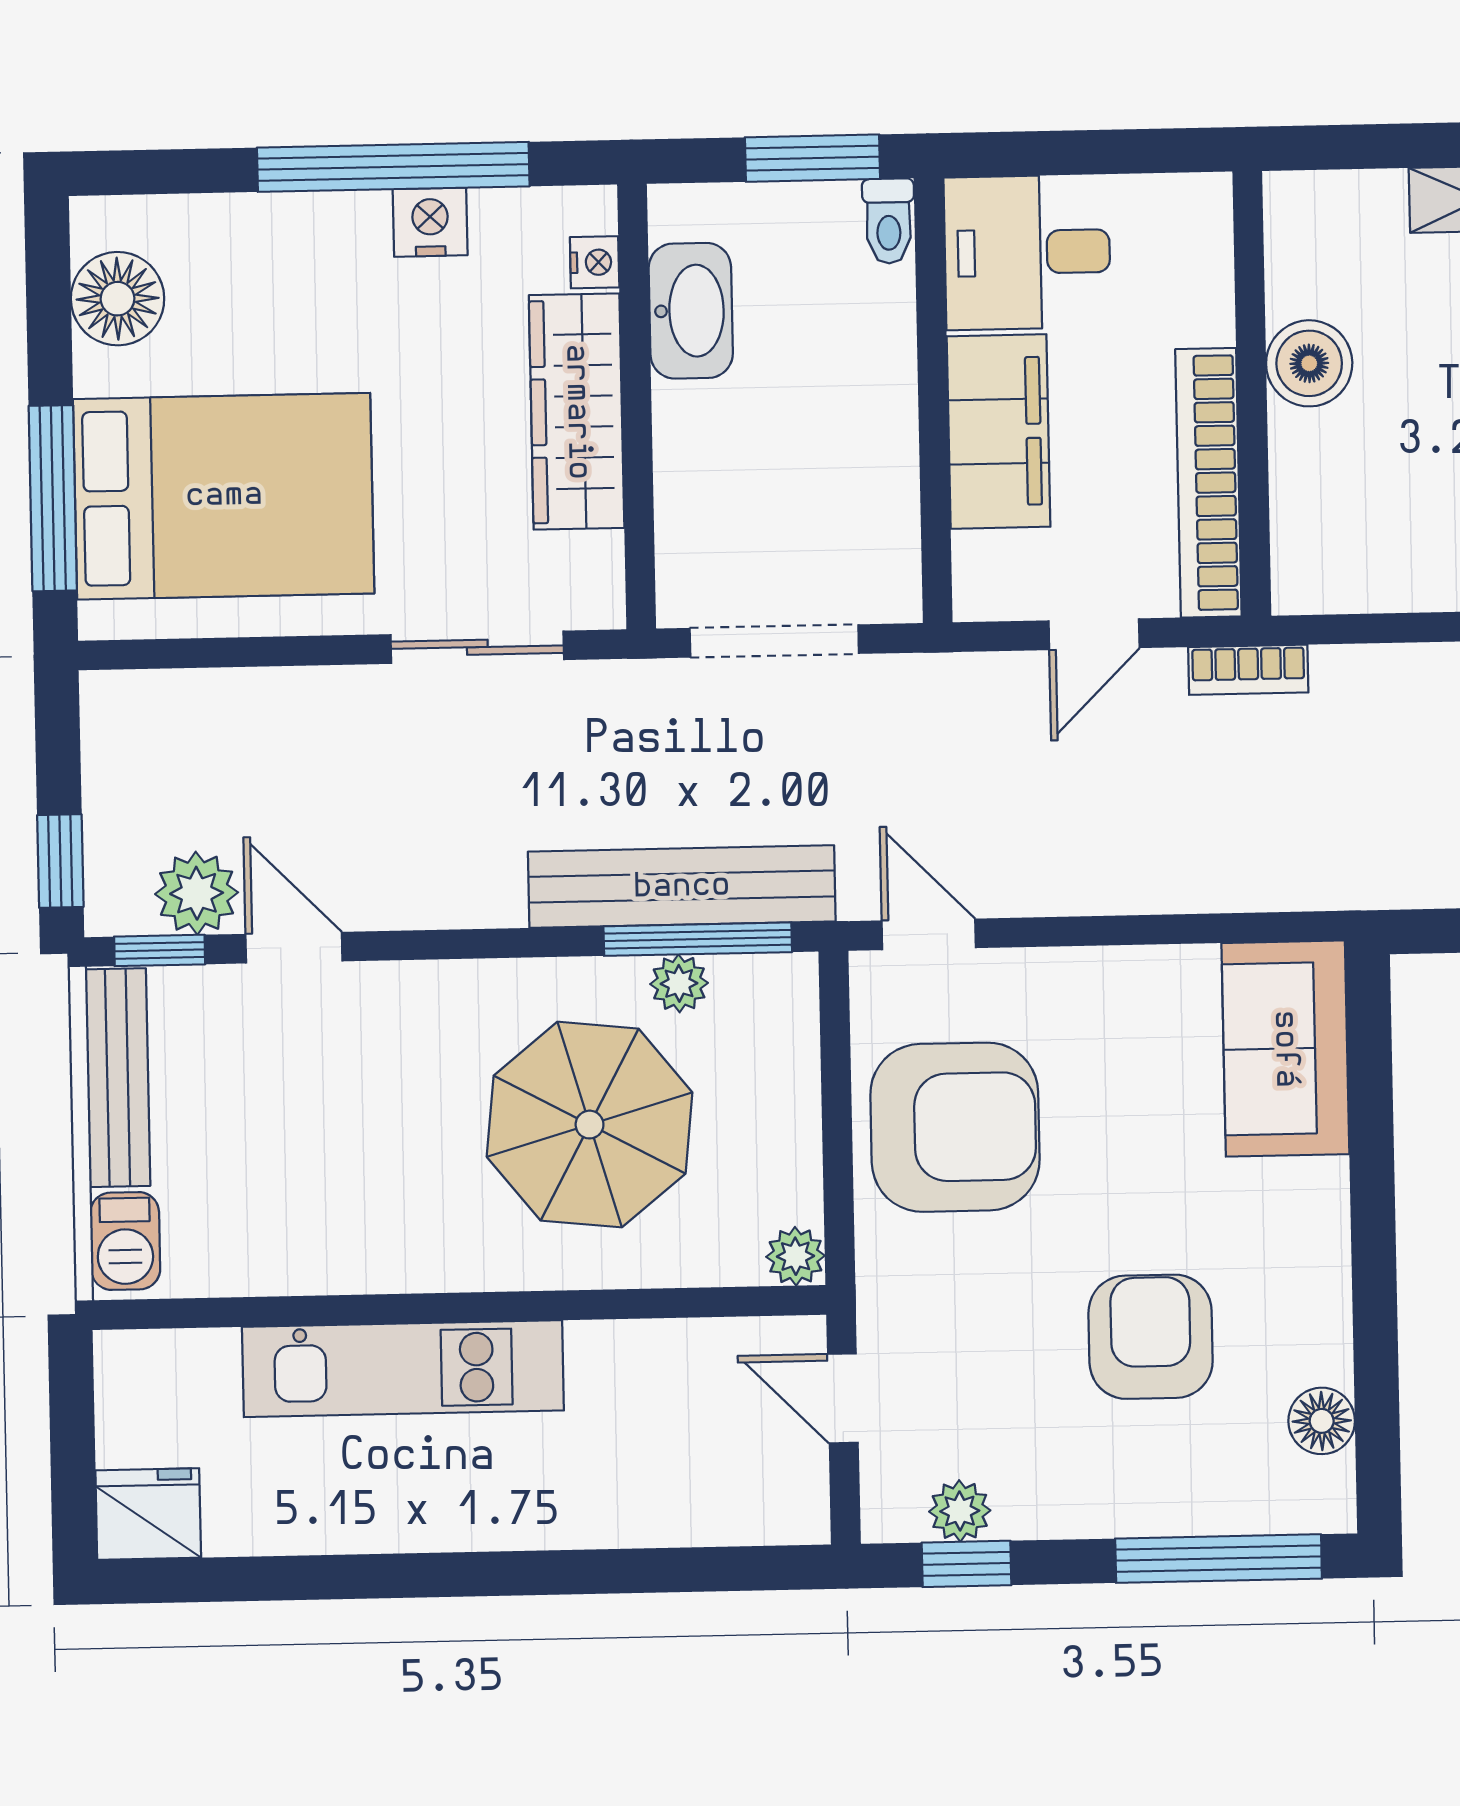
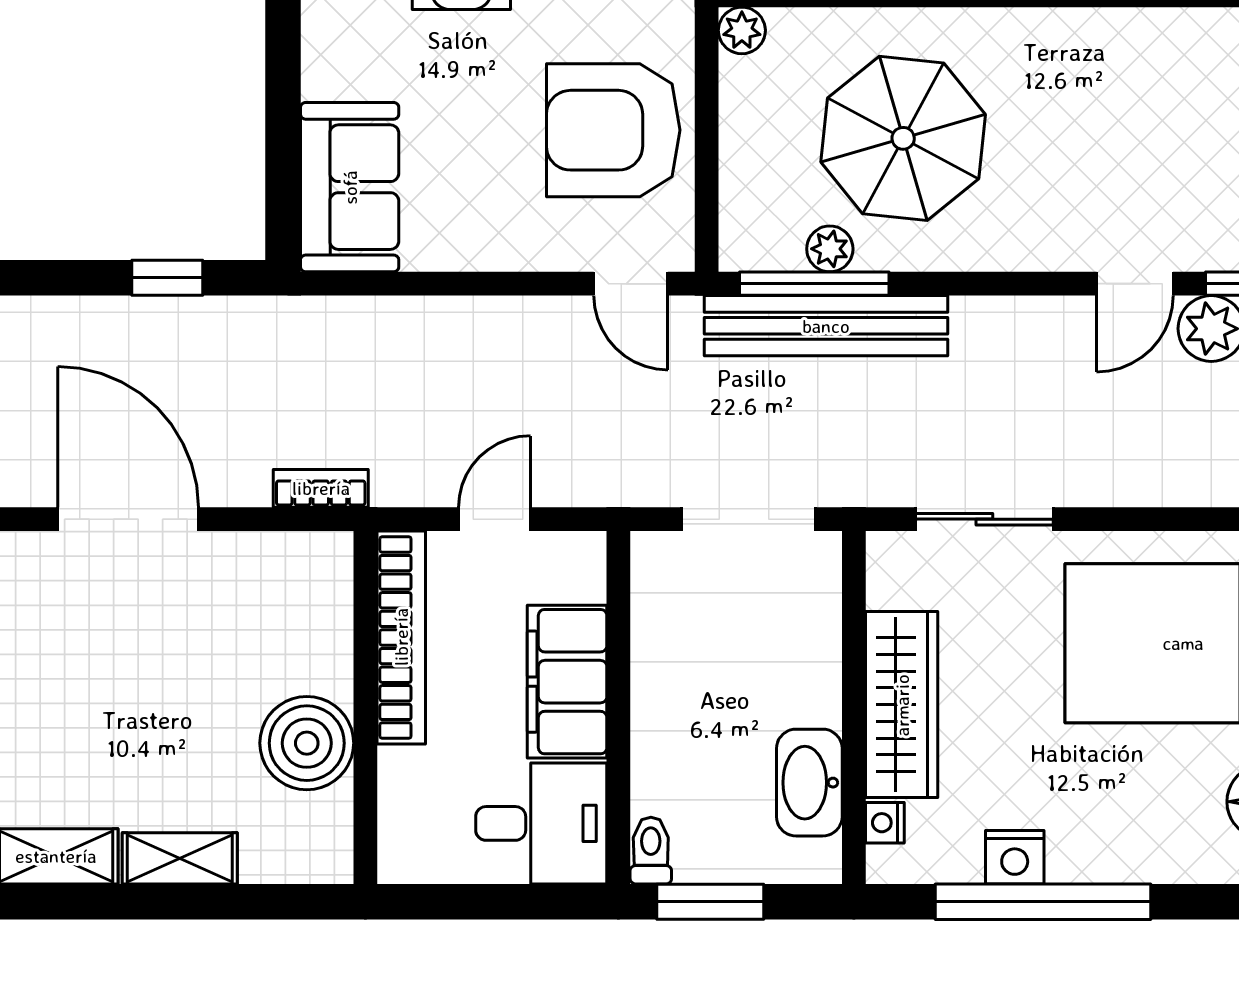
boiler: (1309, 363) -> (307, 743), width x1.37, depth x1.37
bookcase: (1248, 670) -> (321, 488), moved
door: (294, 948) -> (1135, 284), hinge flipped

